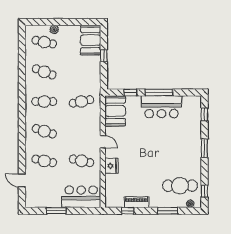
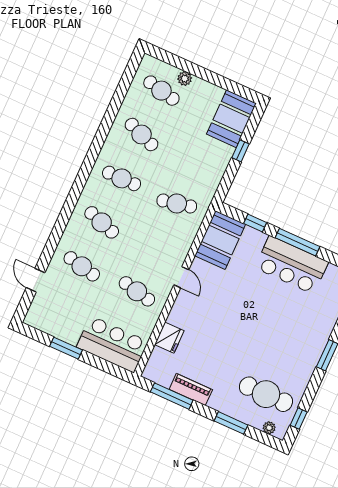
fridge: (111, 166) -> (169, 338), moved
window: (128, 211) -> (172, 396), width x2.17

